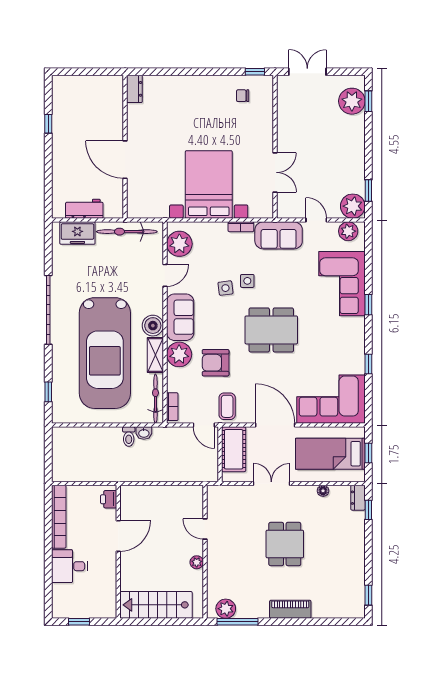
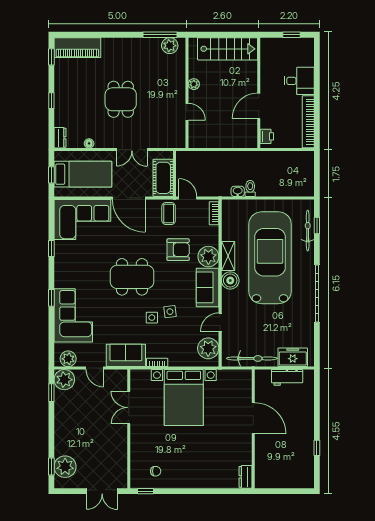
bicycle: (155, 399) -> (308, 231), moved, turned 180
window: (368, 510) -> (51, 101), moved
piano: (290, 609) -> (77, 48), moved, width x1.37, depth x1.33

